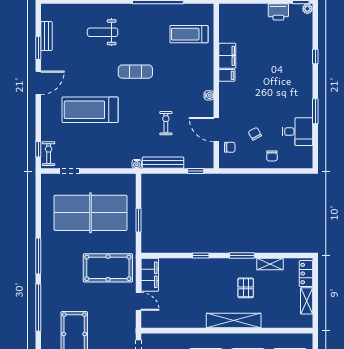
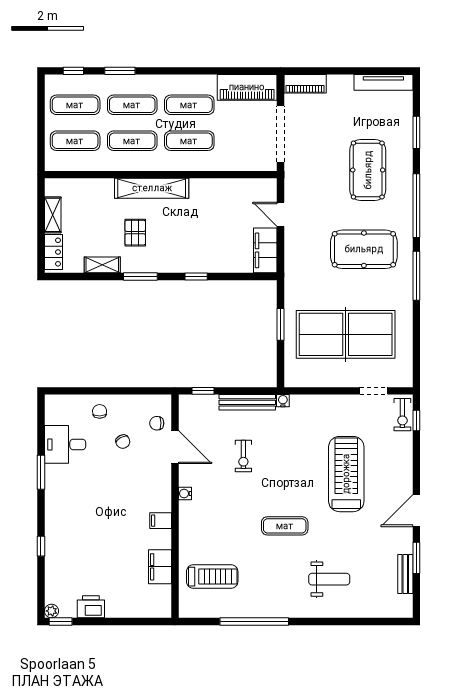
filing cabinet: (227, 56) -> (160, 567), moved
treadmill: (90, 110) -> (346, 474), turned -90
pool table: (108, 268) -> (364, 249), moved

